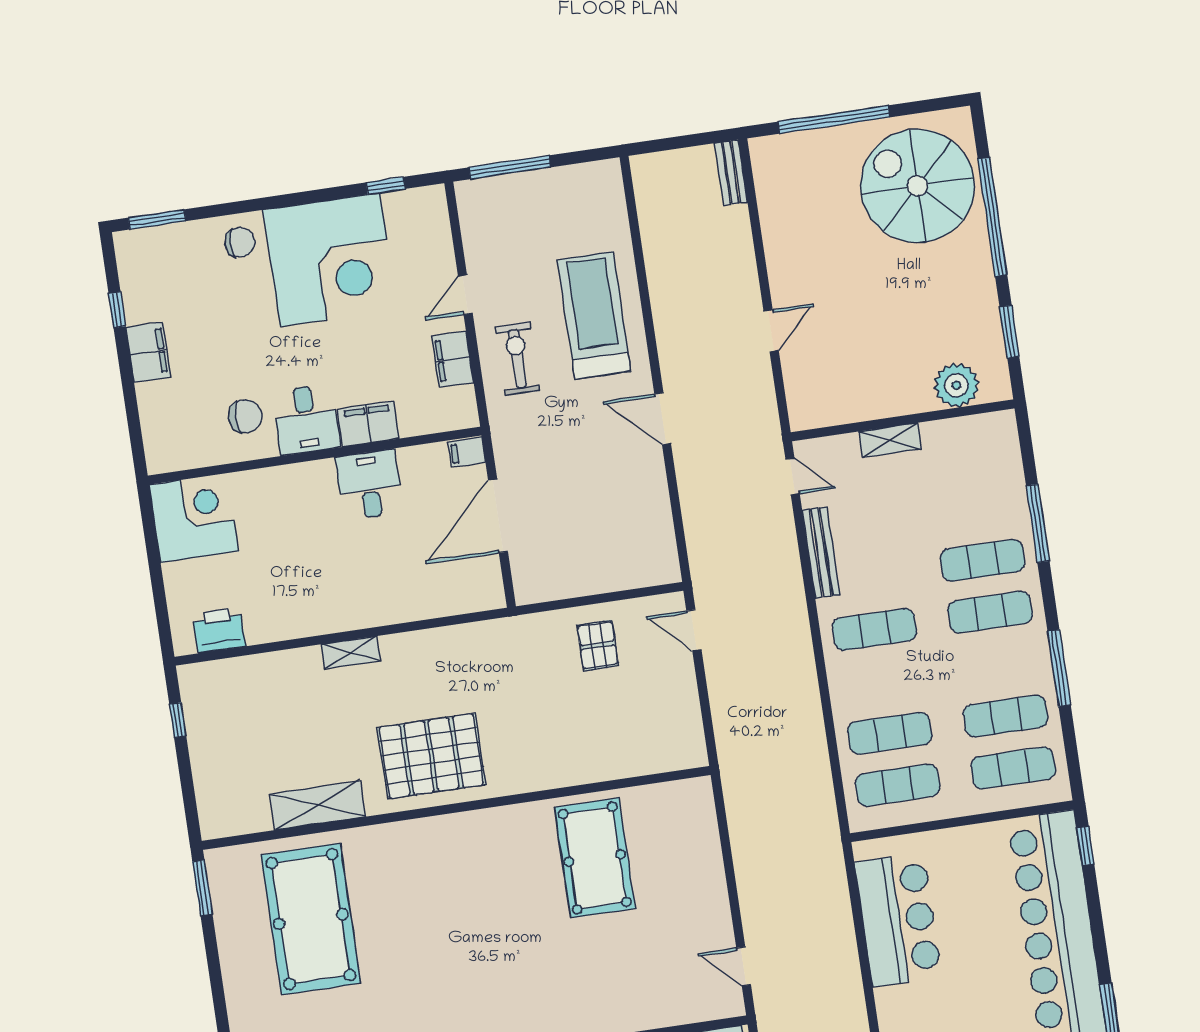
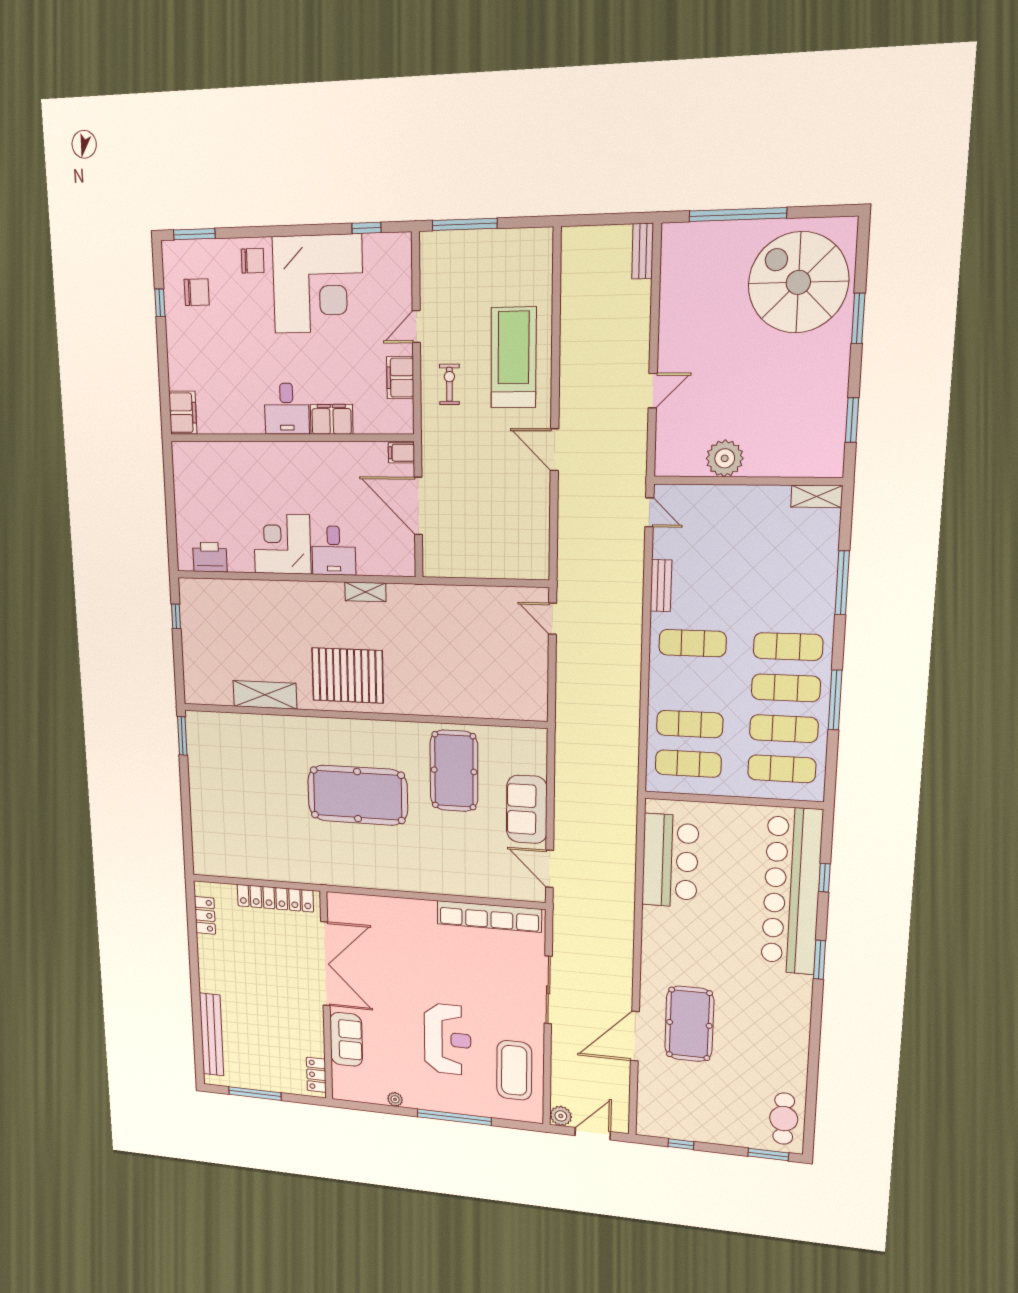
window: (992, 217) -> (858, 318), width x0.47
filing cabinet: (148, 352) -> (183, 413), moved
exercise bike: (518, 359) -> (449, 384), width x0.73, depth x0.72
plant: (956, 385) -> (725, 458), moved
chair: (245, 416) -> (197, 292), moved
shelving: (890, 440) -> (817, 496), moved
desk: (369, 485) -> (334, 551), moved, turned 180
door: (498, 516) -> (418, 506), hinge flipped
corner desk: (194, 518) -> (282, 544), moved, turned -90
bench: (821, 553) -> (661, 586), width x0.73
exercise mat: (982, 560) -> (786, 688), moved
pallet: (598, 645) -> (479, 617), removed
shelving: (351, 653) -> (365, 592), moved
window: (1085, 846) -> (824, 878), moved
sofa: (700, 890) -> (527, 809), added
pool table: (311, 919) -> (358, 795), moved, turned 90
door: (744, 966) -> (550, 869), width x1.38

